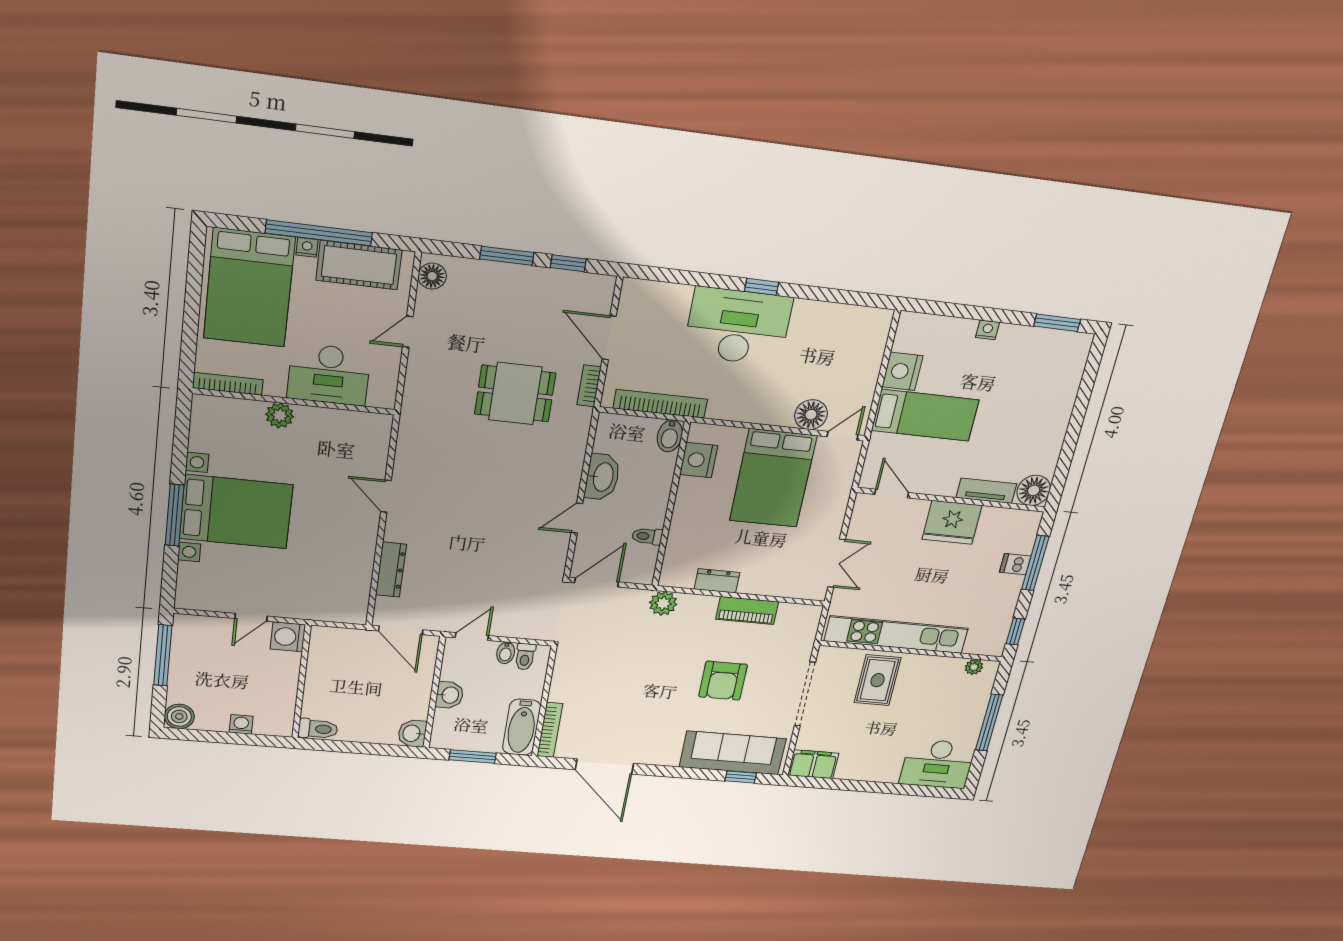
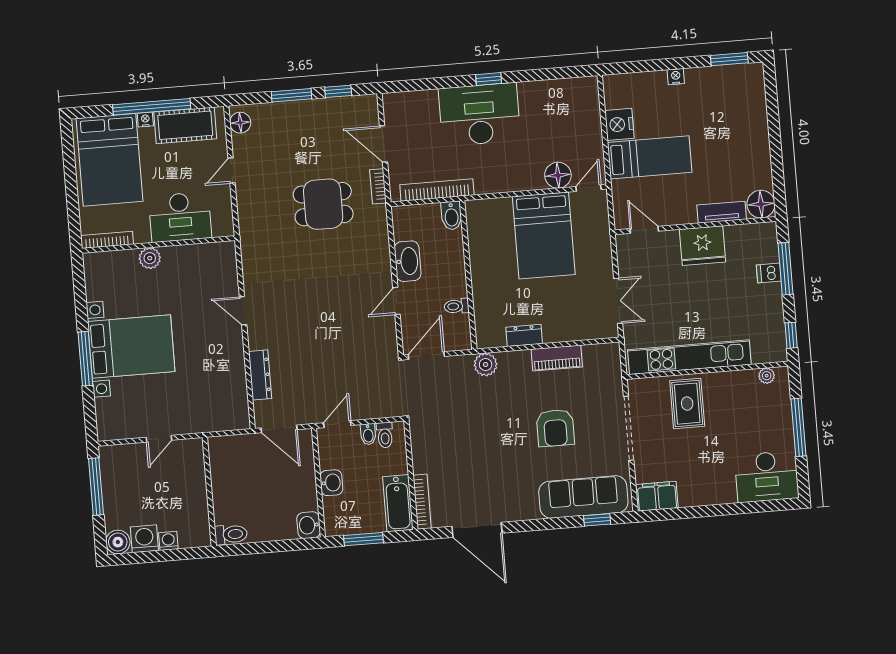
nightstand: (699, 460) -> (480, 232), removed
washing machine: (288, 637) -> (144, 539), moved, turned 90

